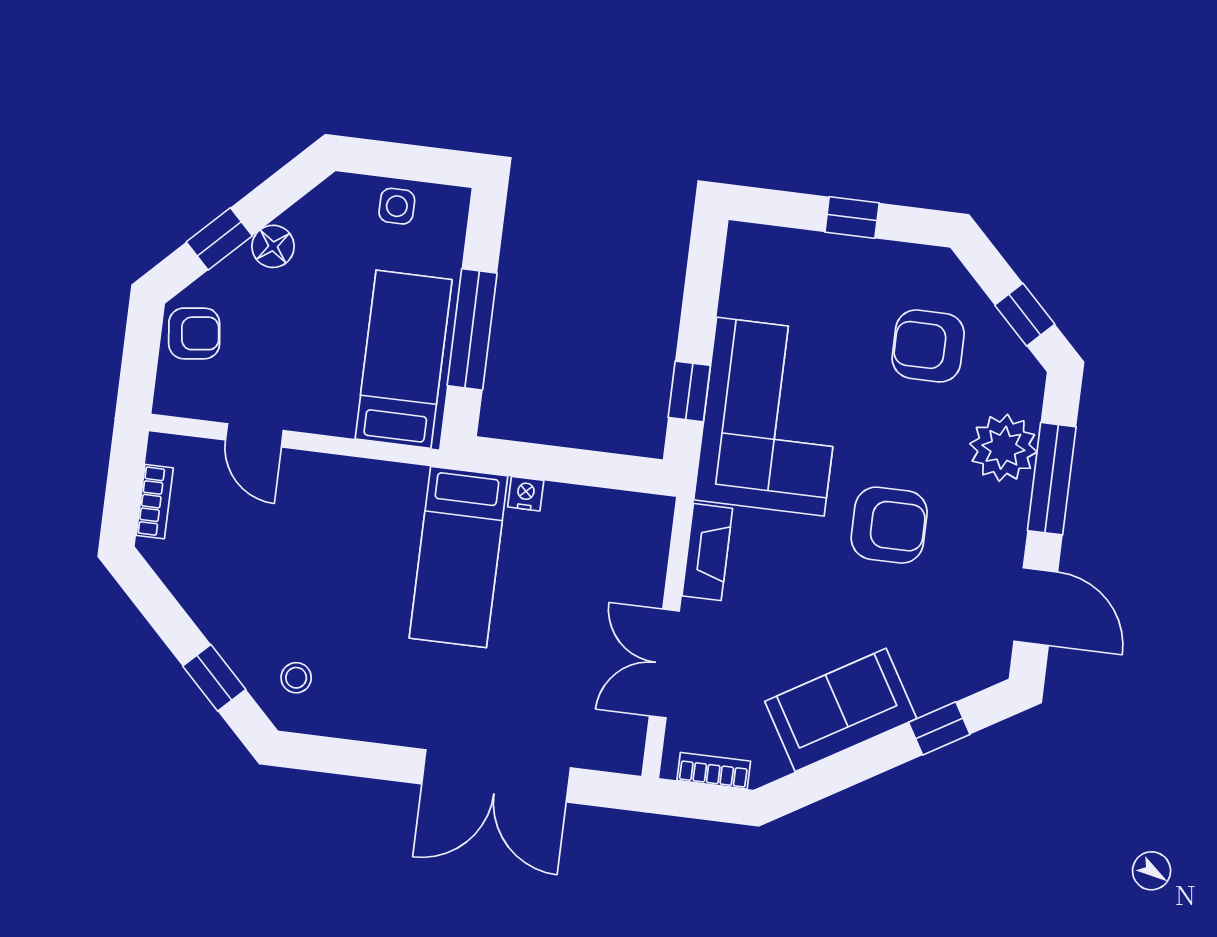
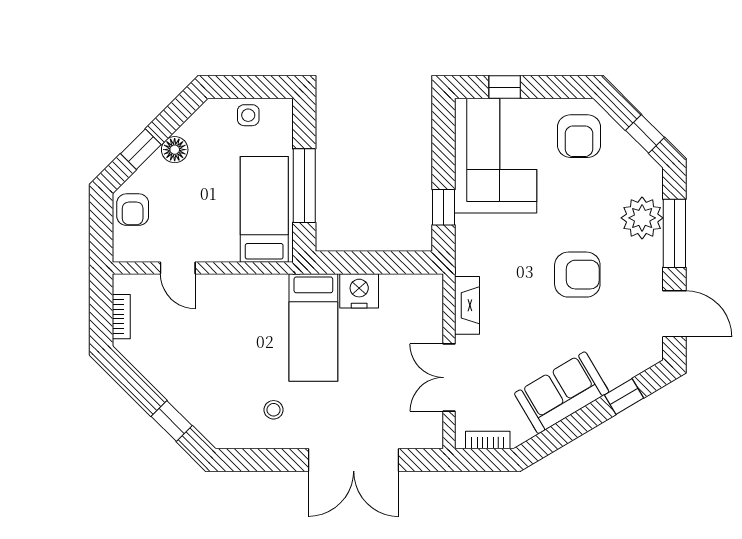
window: (852, 217) -> (505, 87), moved
armchair: (194, 333) -> (133, 210), turned 97
armchair: (928, 346) -> (579, 136), moved, turned -90
corner sofa: (770, 417) -> (496, 156), moved
nightstand: (526, 494) -> (359, 291), width x1.89, depth x1.79
stool: (296, 678) -> (274, 410), moved

